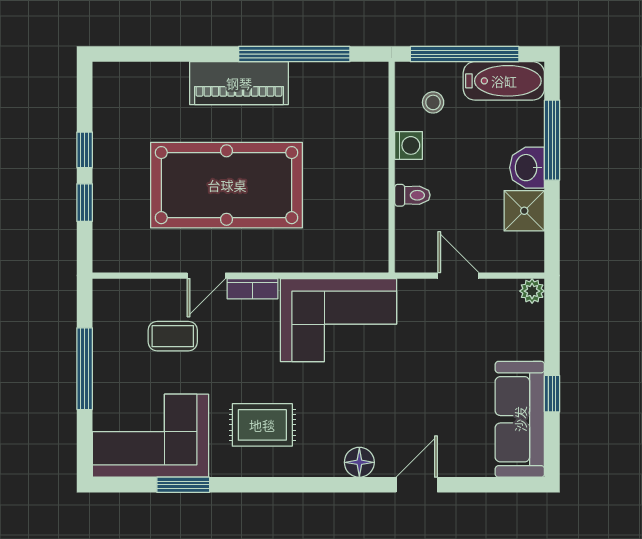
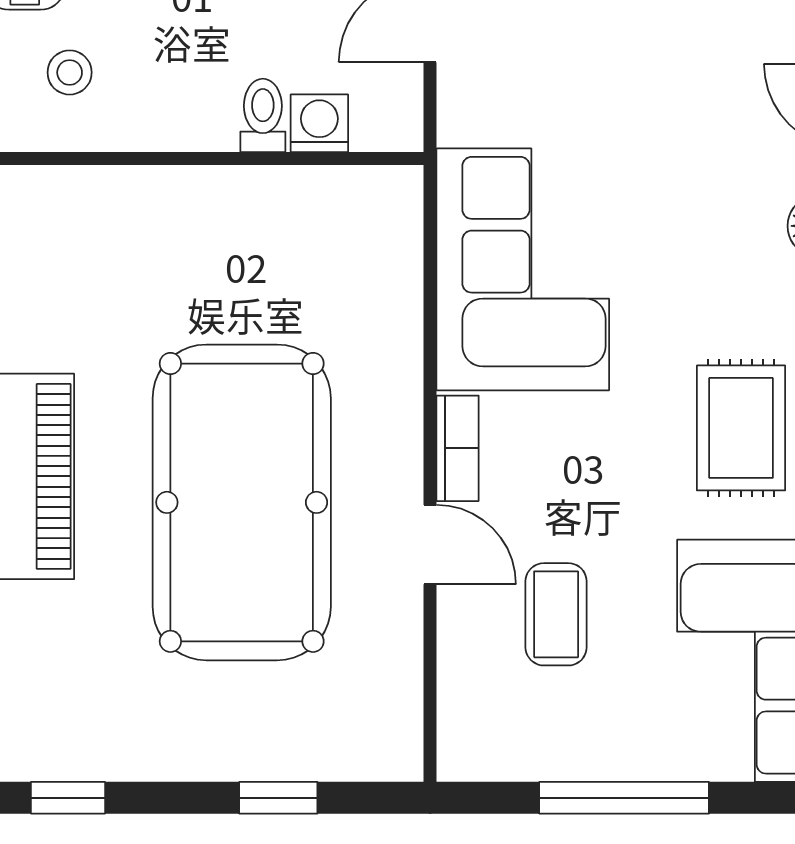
washing machine: (409, 145) -> (319, 123), moved
window: (85, 150) -> (68, 798), moved

